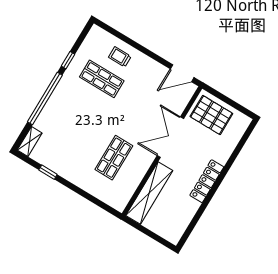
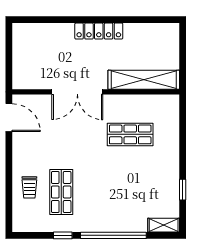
pallet: (211, 115) -> (32, 65), removed

